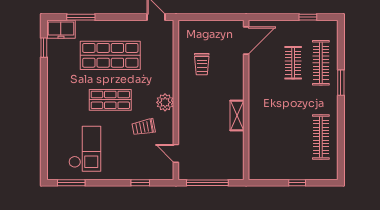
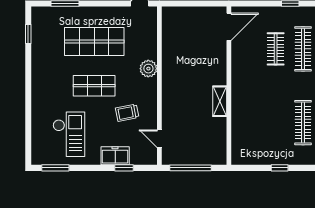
freezer: (61, 29) -> (115, 156), moved, turned 180
trolley: (202, 64) -> (185, 50), removed
plant: (165, 102) -> (148, 69), moved

